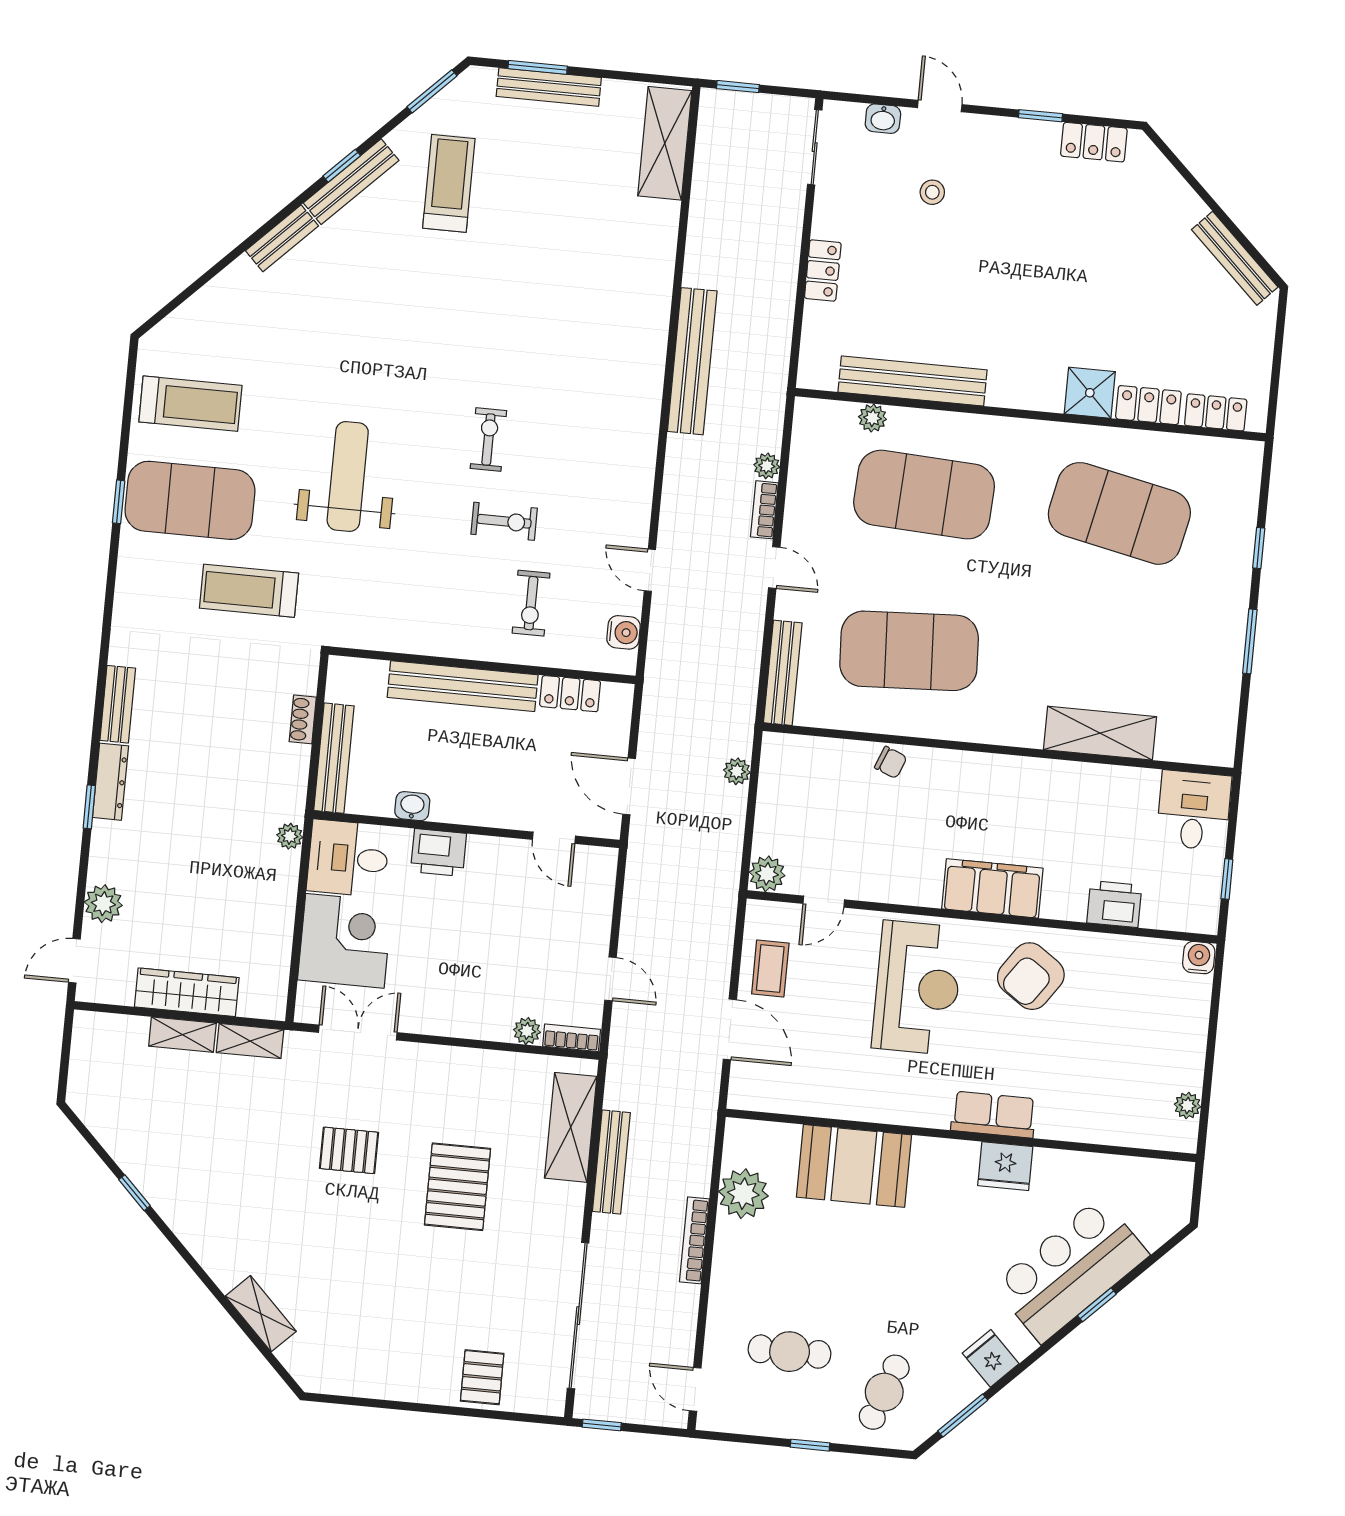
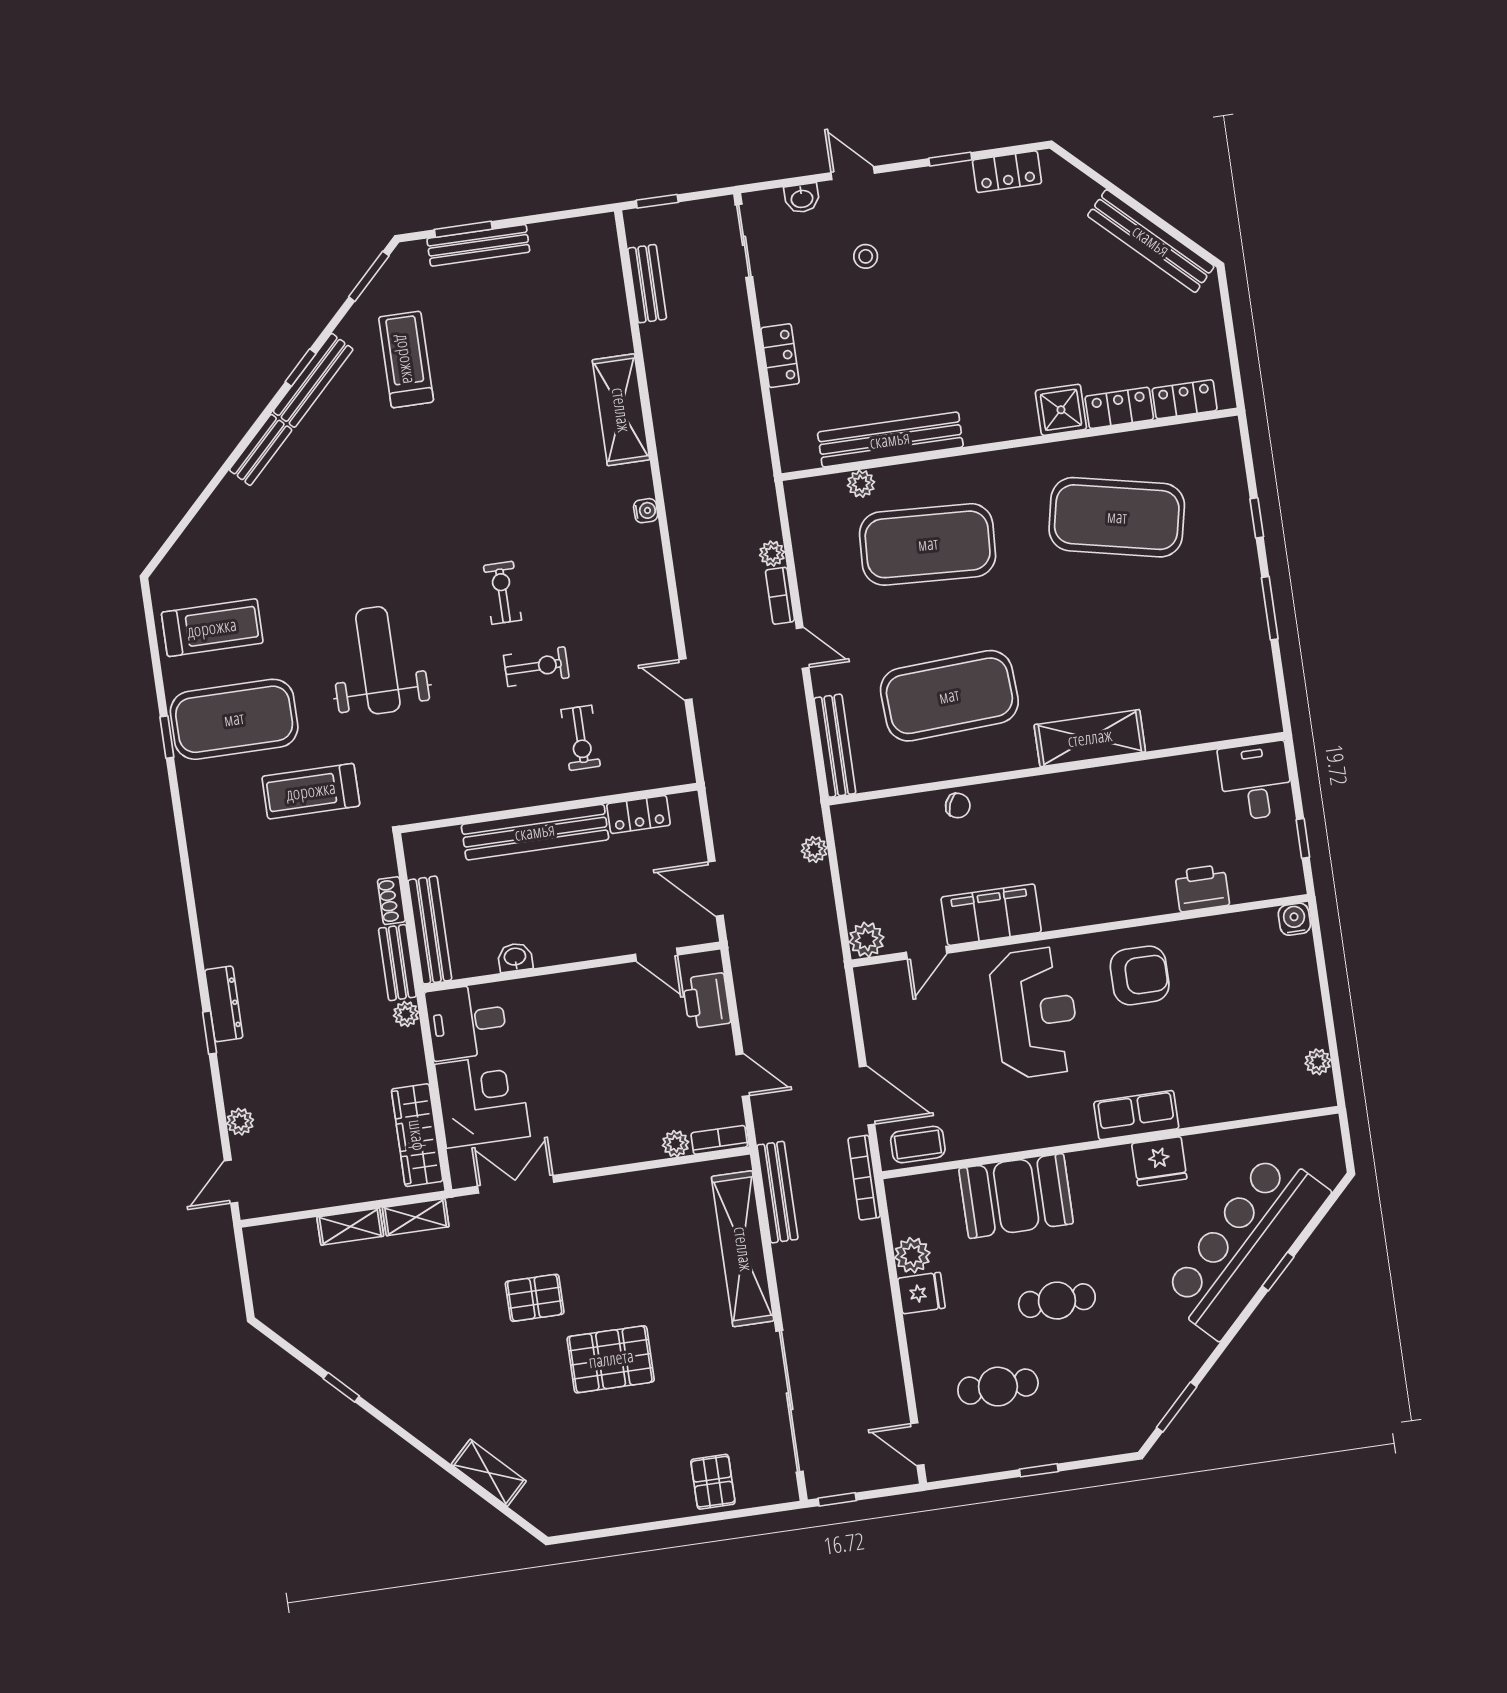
shelving: (665, 143) -> (621, 410), moved
bench: (1235, 258) -> (1151, 241), width x1.37, depth x1.21
bench: (692, 361) -> (647, 284), moved, width x0.54, depth x0.82
water cooler: (624, 632) -> (646, 511), moved, width x0.72, depth x0.72
bench: (118, 704) -> (397, 963), moved
shelving: (1100, 733) -> (1090, 738), moved
printer: (439, 852) -> (707, 1001), moved, turned 90
filing cabinet: (992, 888) -> (991, 915), moved
plant: (103, 904) -> (240, 1122), width x0.73, depth x0.73
coffee table: (770, 969) -> (918, 1145), moved, turned 90
armchair: (1031, 976) -> (1140, 975), turned -125
wardrobe: (187, 992) -> (417, 1135), moved, turned -90
shelving: (571, 1127) -> (743, 1249), width x1.47
bench: (611, 1162) -> (777, 1192), moved
pallet: (457, 1187) -> (611, 1359), moved, turned 90
plant: (743, 1194) -> (912, 1255), width x0.73, depth x0.73
bookcase: (694, 1240) -> (864, 1178), moved
bar counter: (1071, 1270) -> (1245, 1244), width x1.36
fridge: (991, 1358) -> (921, 1293), moved, turned 135
cafe table: (884, 1392) -> (1057, 1301), moved, turned 70

